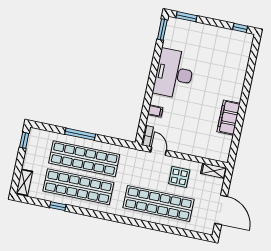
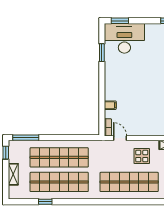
window: (162, 29) -> (102, 53), moved
desk: (174, 74) -> (124, 38), moved, turned 90
window: (80, 134) -> (26, 138), moved
shelving: (24, 183) -> (13, 174), moved

